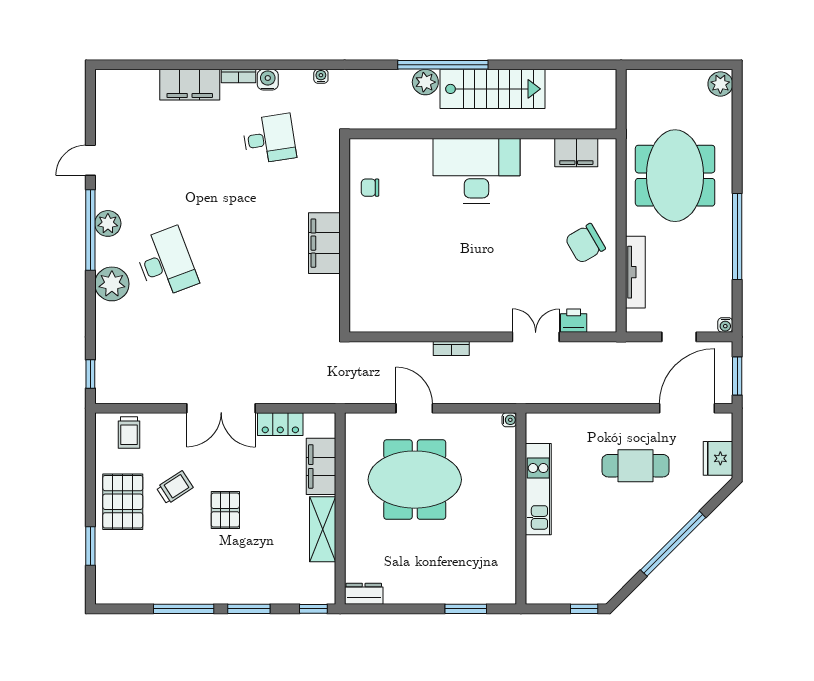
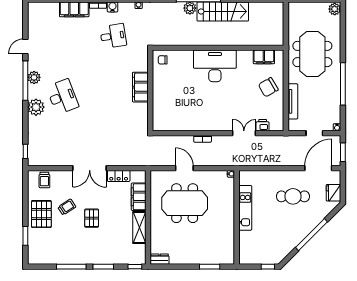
wall: (483, 134) -> (218, 48), moved
filing cabinet: (576, 153) -> (264, 57), moved
desk: (476, 171) -> (215, 66), moved

